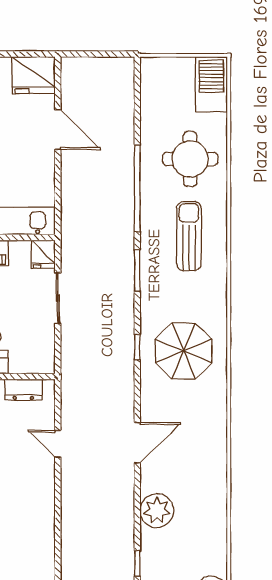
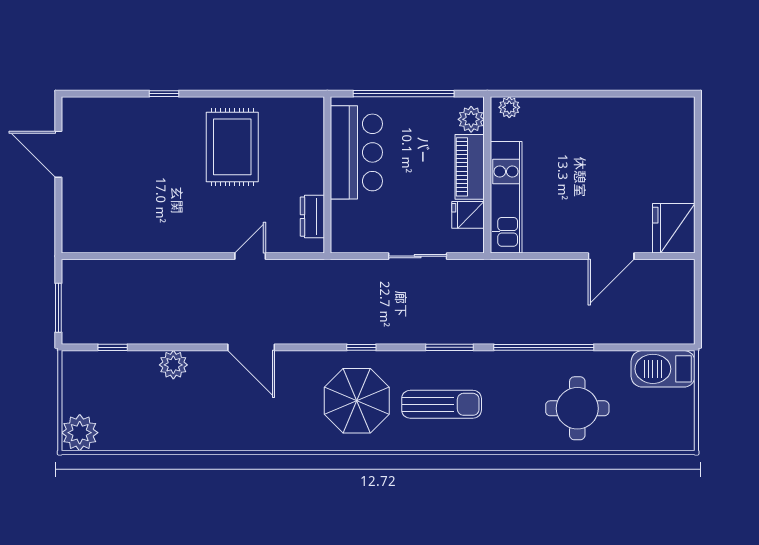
barbecue: (211, 84) -> (663, 369), moved, turned 180
sun lounger: (189, 236) -> (442, 404), moved
fridge: (43, 254) -> (468, 215), moved
plant: (157, 511) -> (173, 365), width x0.73, depth x0.73

